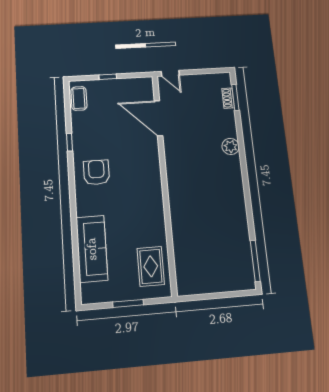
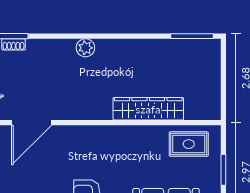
plant: (231, 146) -> (85, 48), moved
wardrobe: (181, 224) -> (148, 109), added

